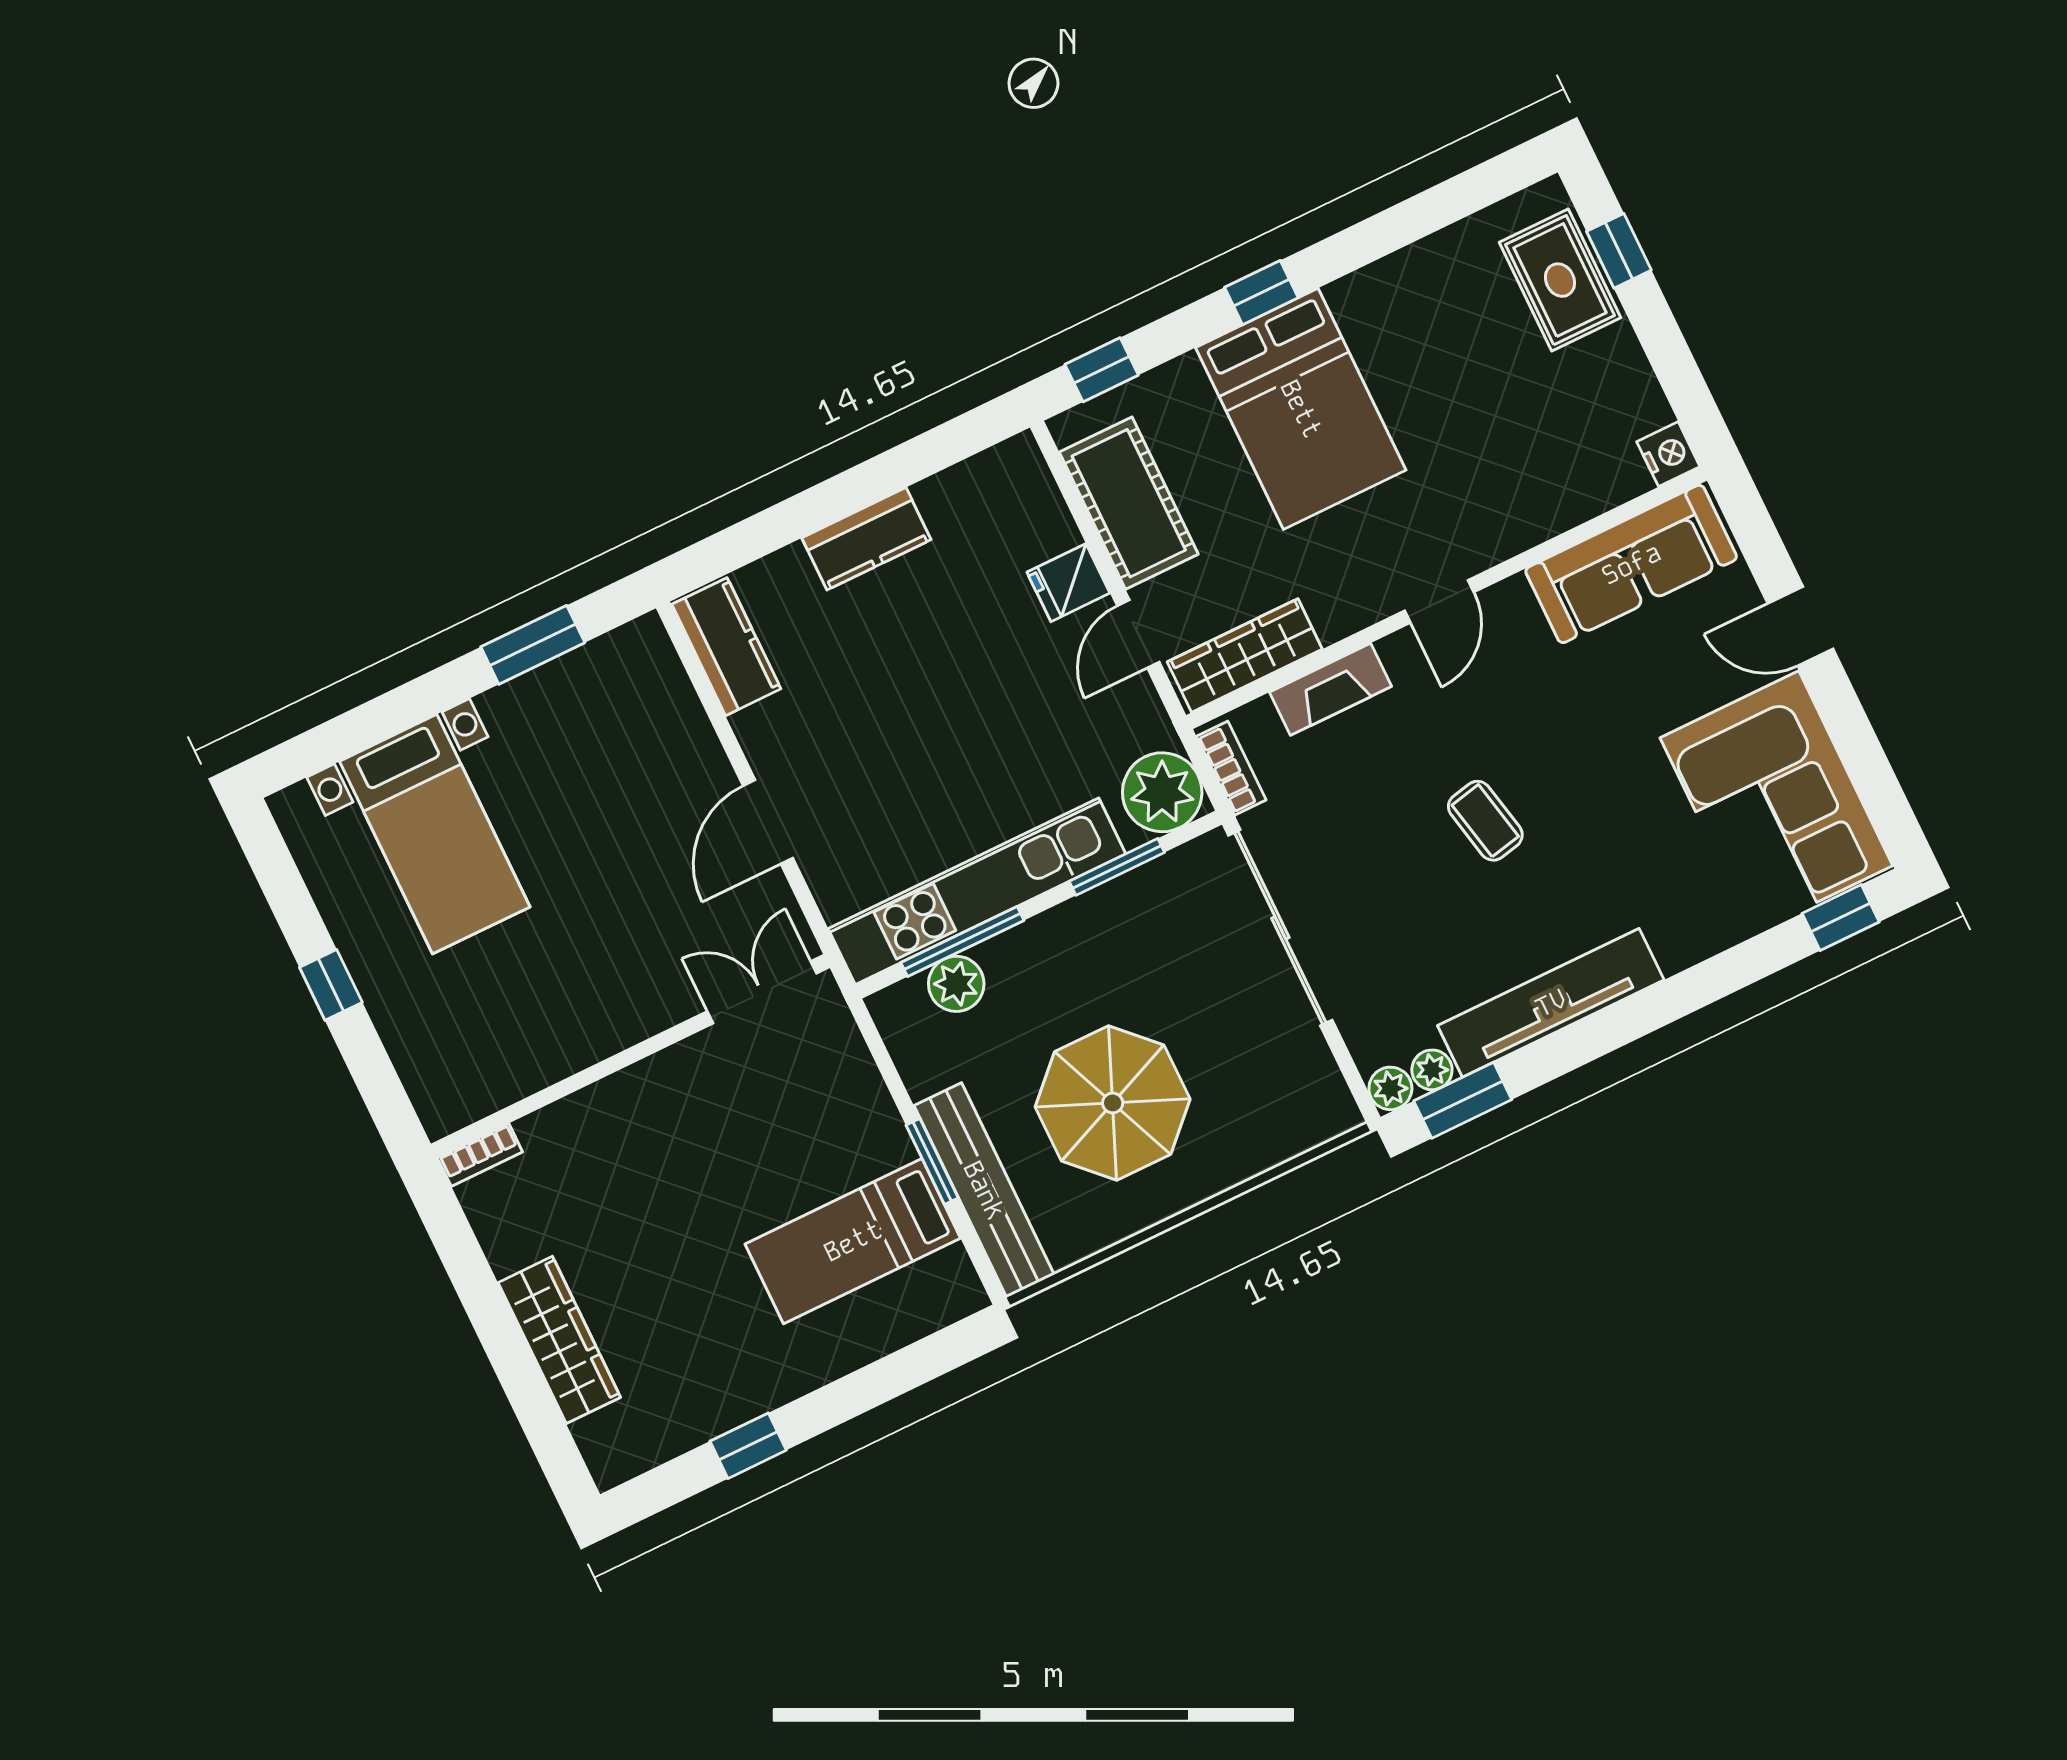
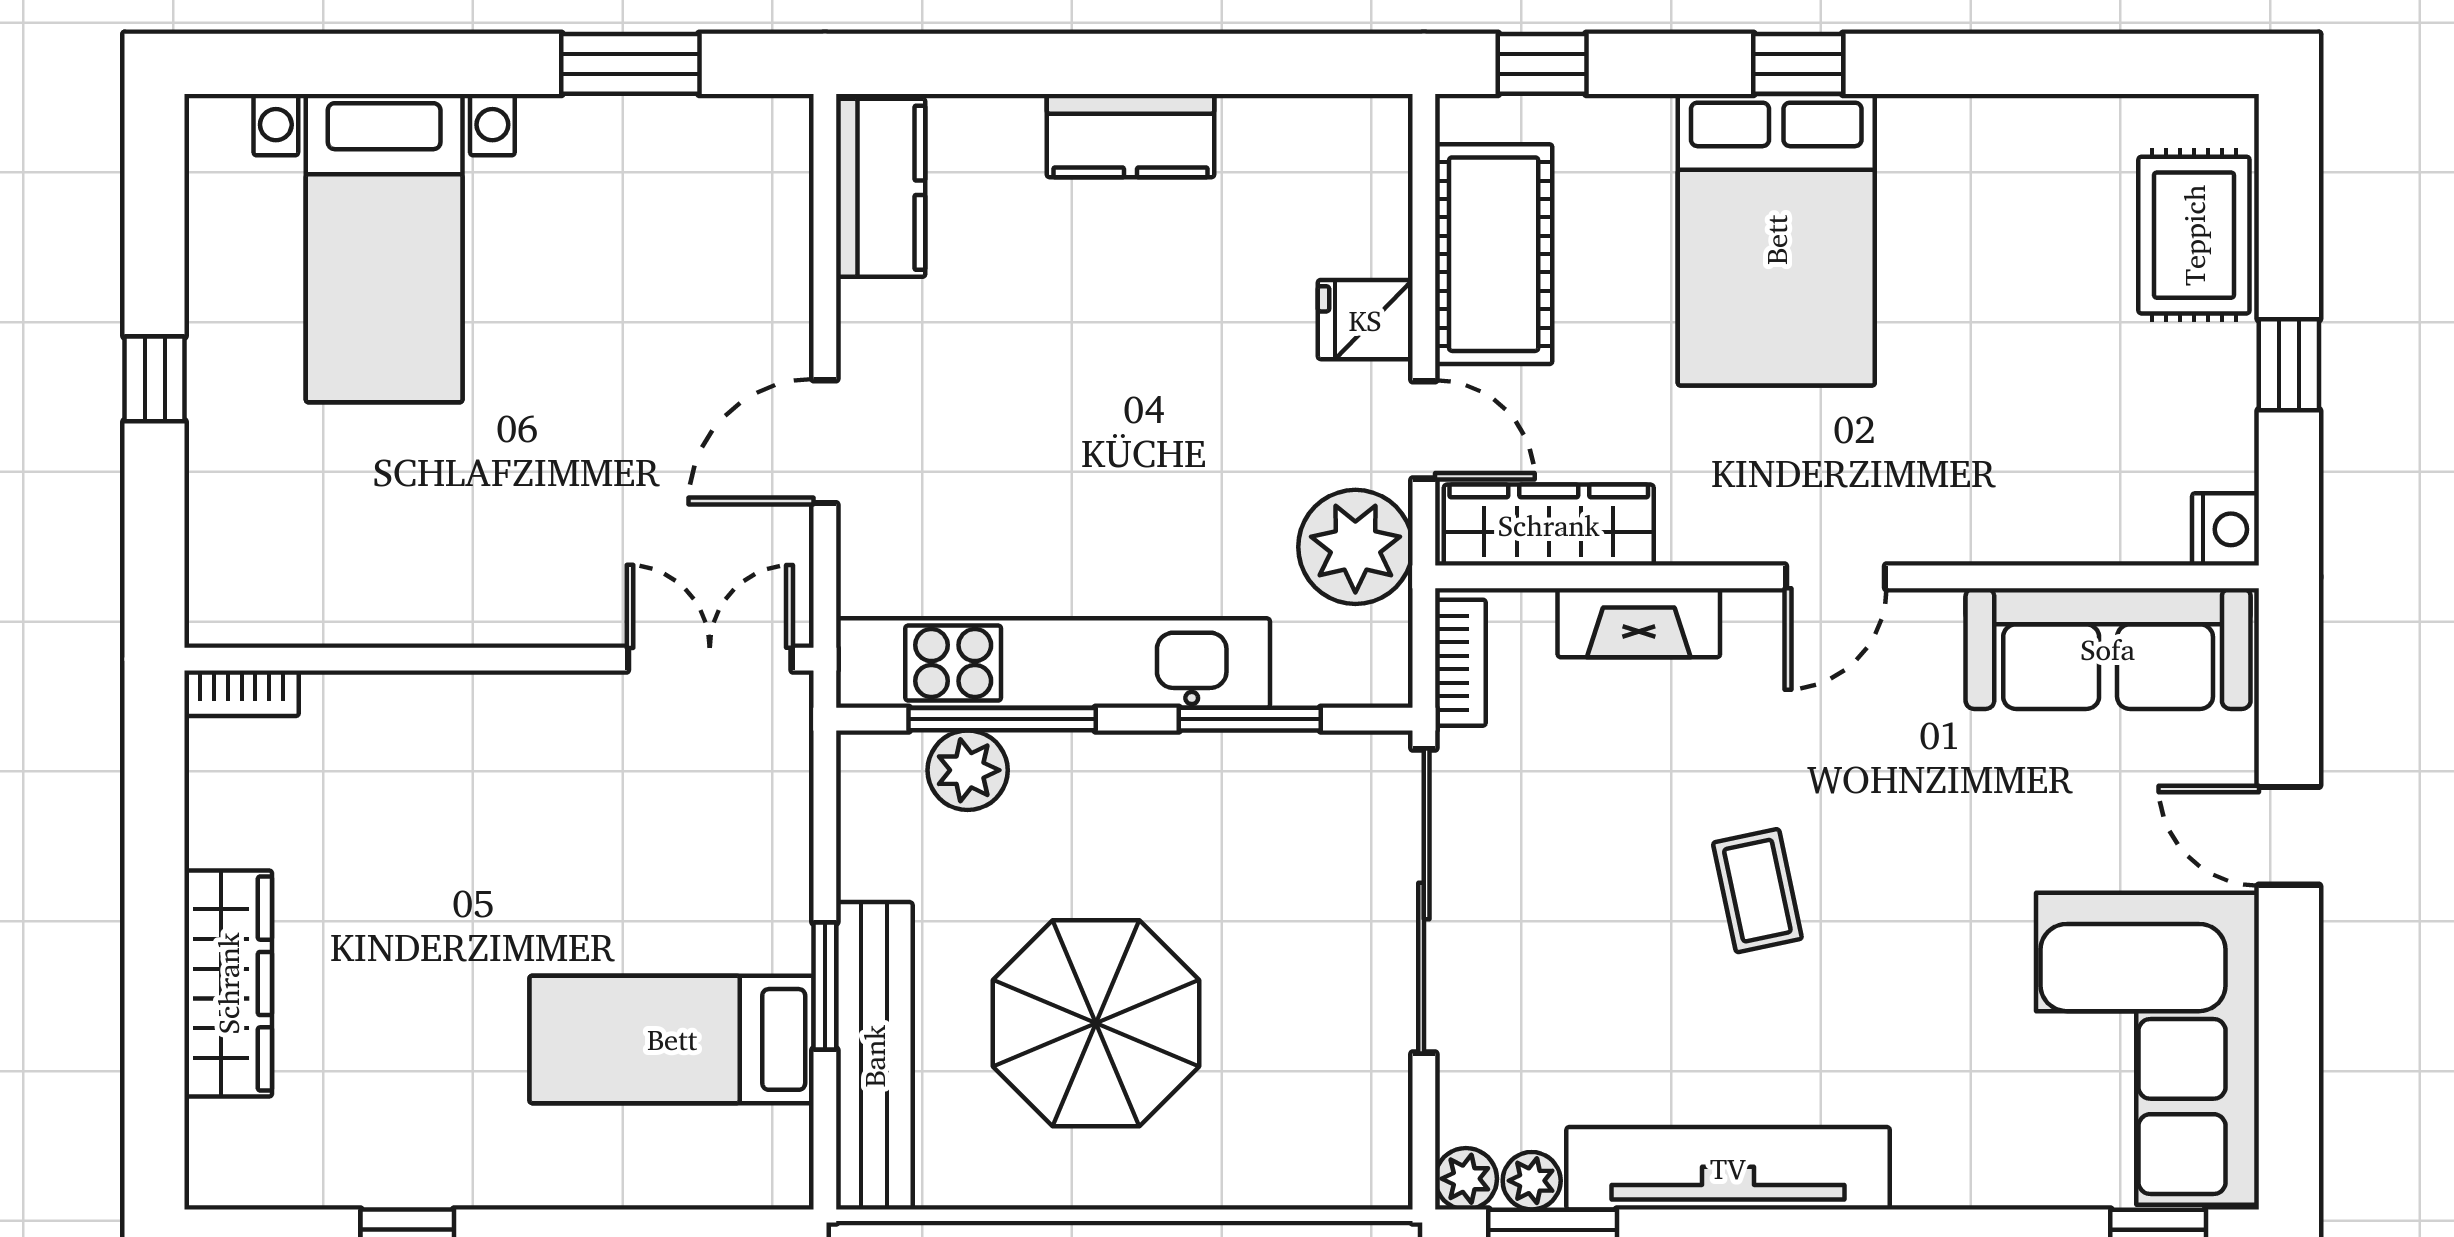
window: (1619, 251) -> (2289, 365), moved
door: (1138, 634) -> (1424, 430), swing flipped
plant: (1162, 792) -> (1355, 547), moved

